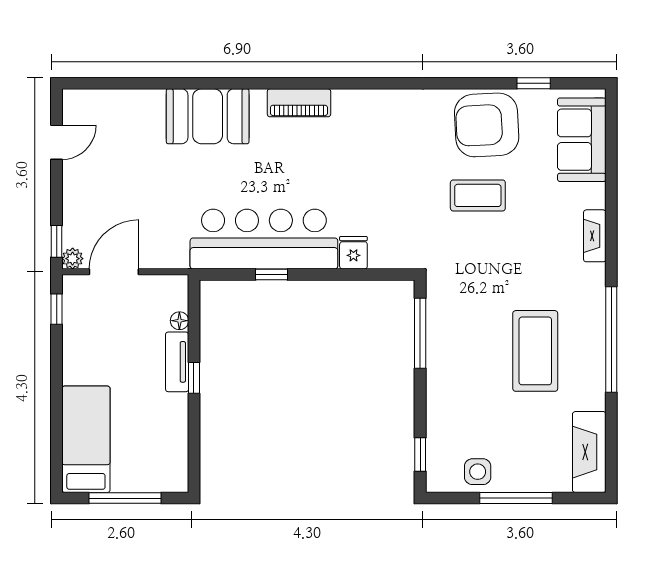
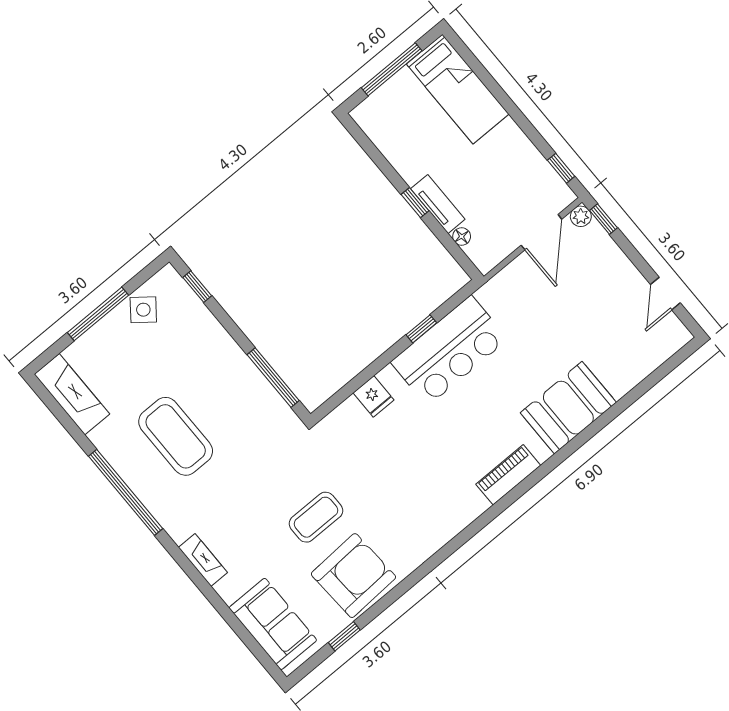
bar counter: (264, 239) -> (449, 351), width x0.73
side table: (478, 472) -> (143, 310), turned 38

